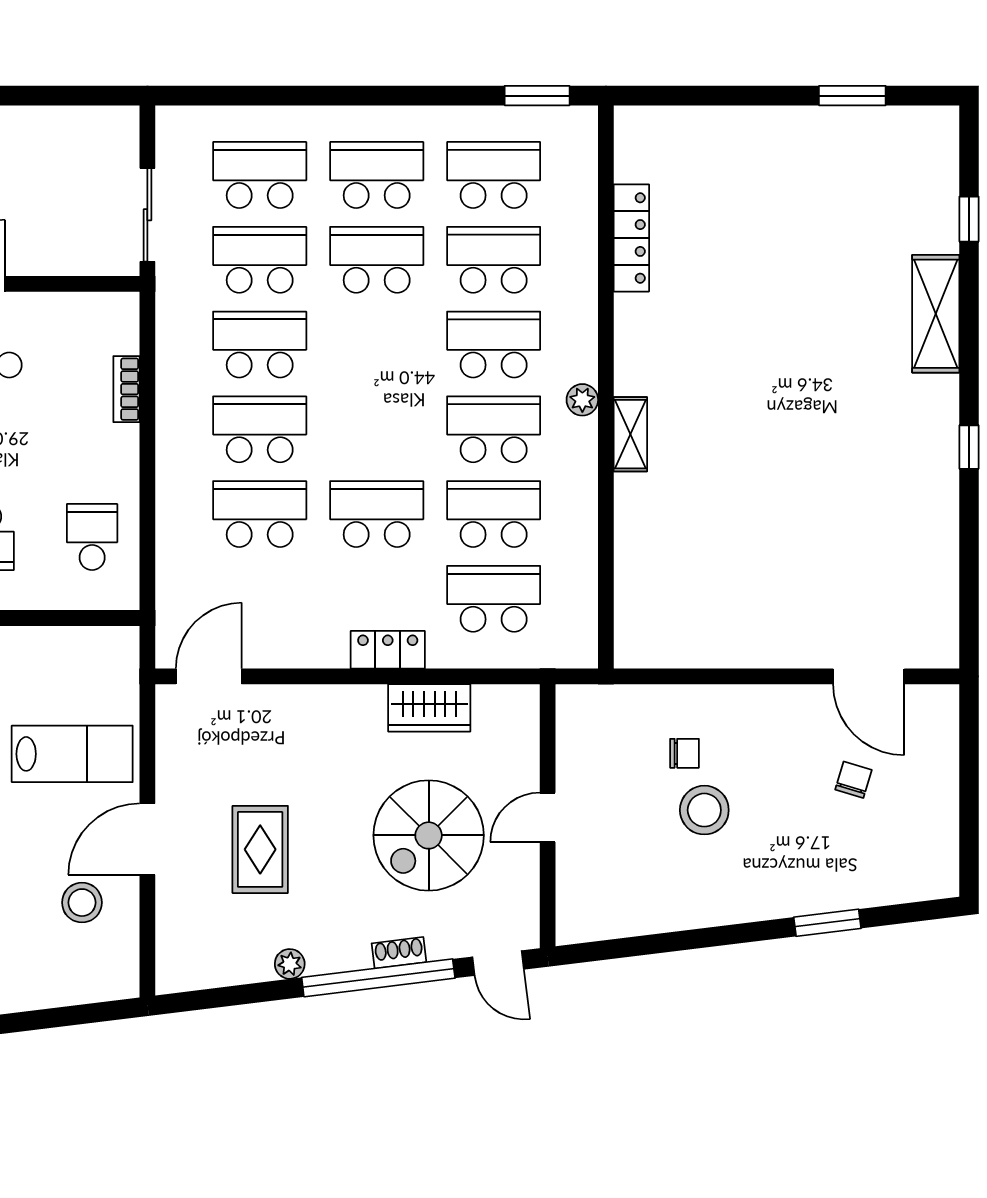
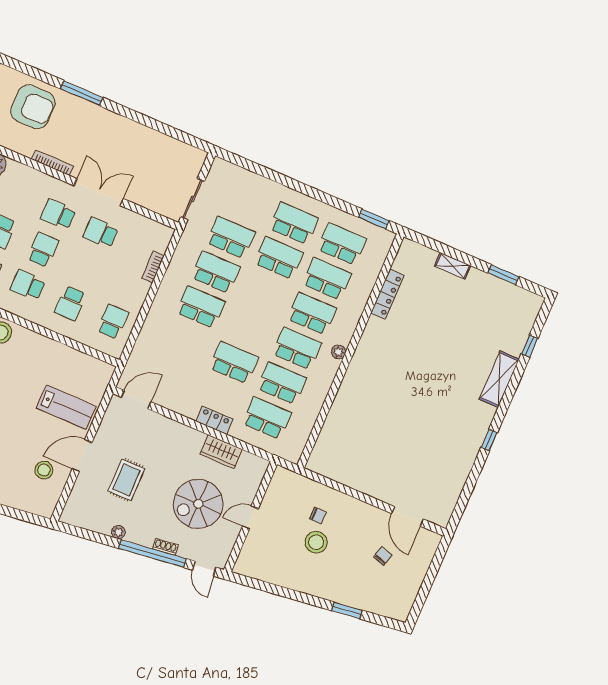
school desk: (260, 175) -> (246, 202), removed
shelving: (630, 434) -> (453, 266), moved, turned 90
school desk: (260, 514) -> (186, 342), removed

